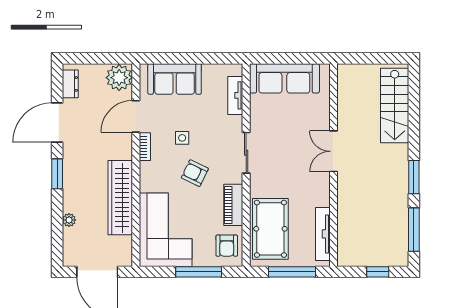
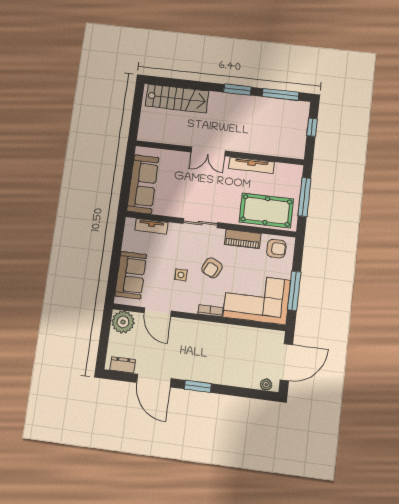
bookcase: (145, 147) -> (210, 311), moved
wardrobe: (120, 198) -> (225, 334), removed
plant: (69, 220) -> (266, 385), moved
tv unit: (323, 234) -> (251, 165), moved
window: (199, 272) -> (294, 291), moved

